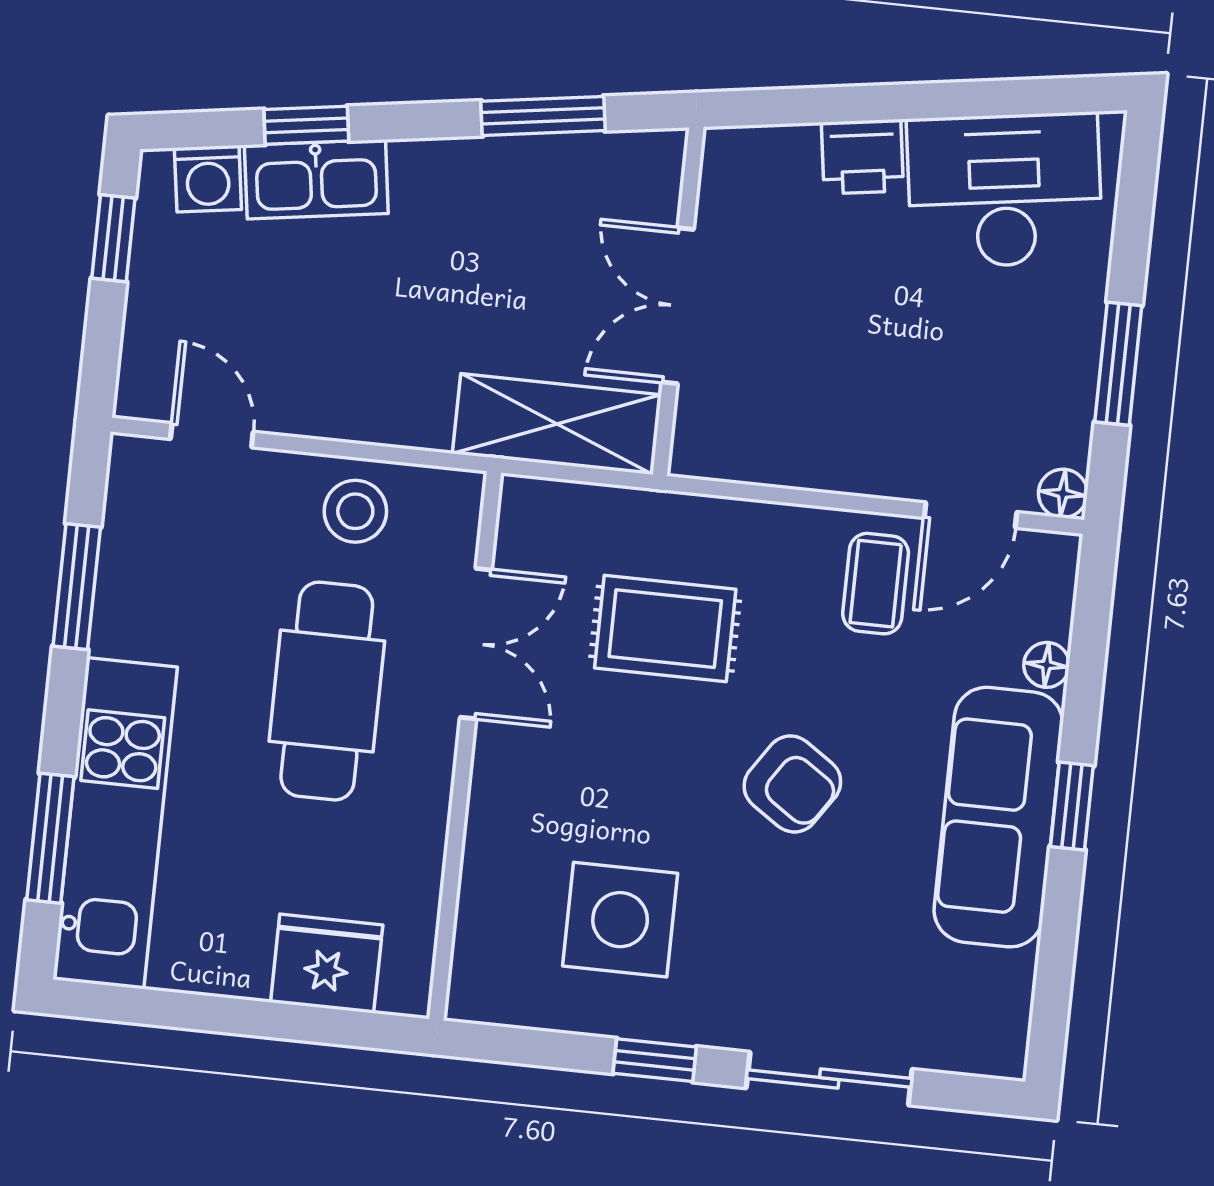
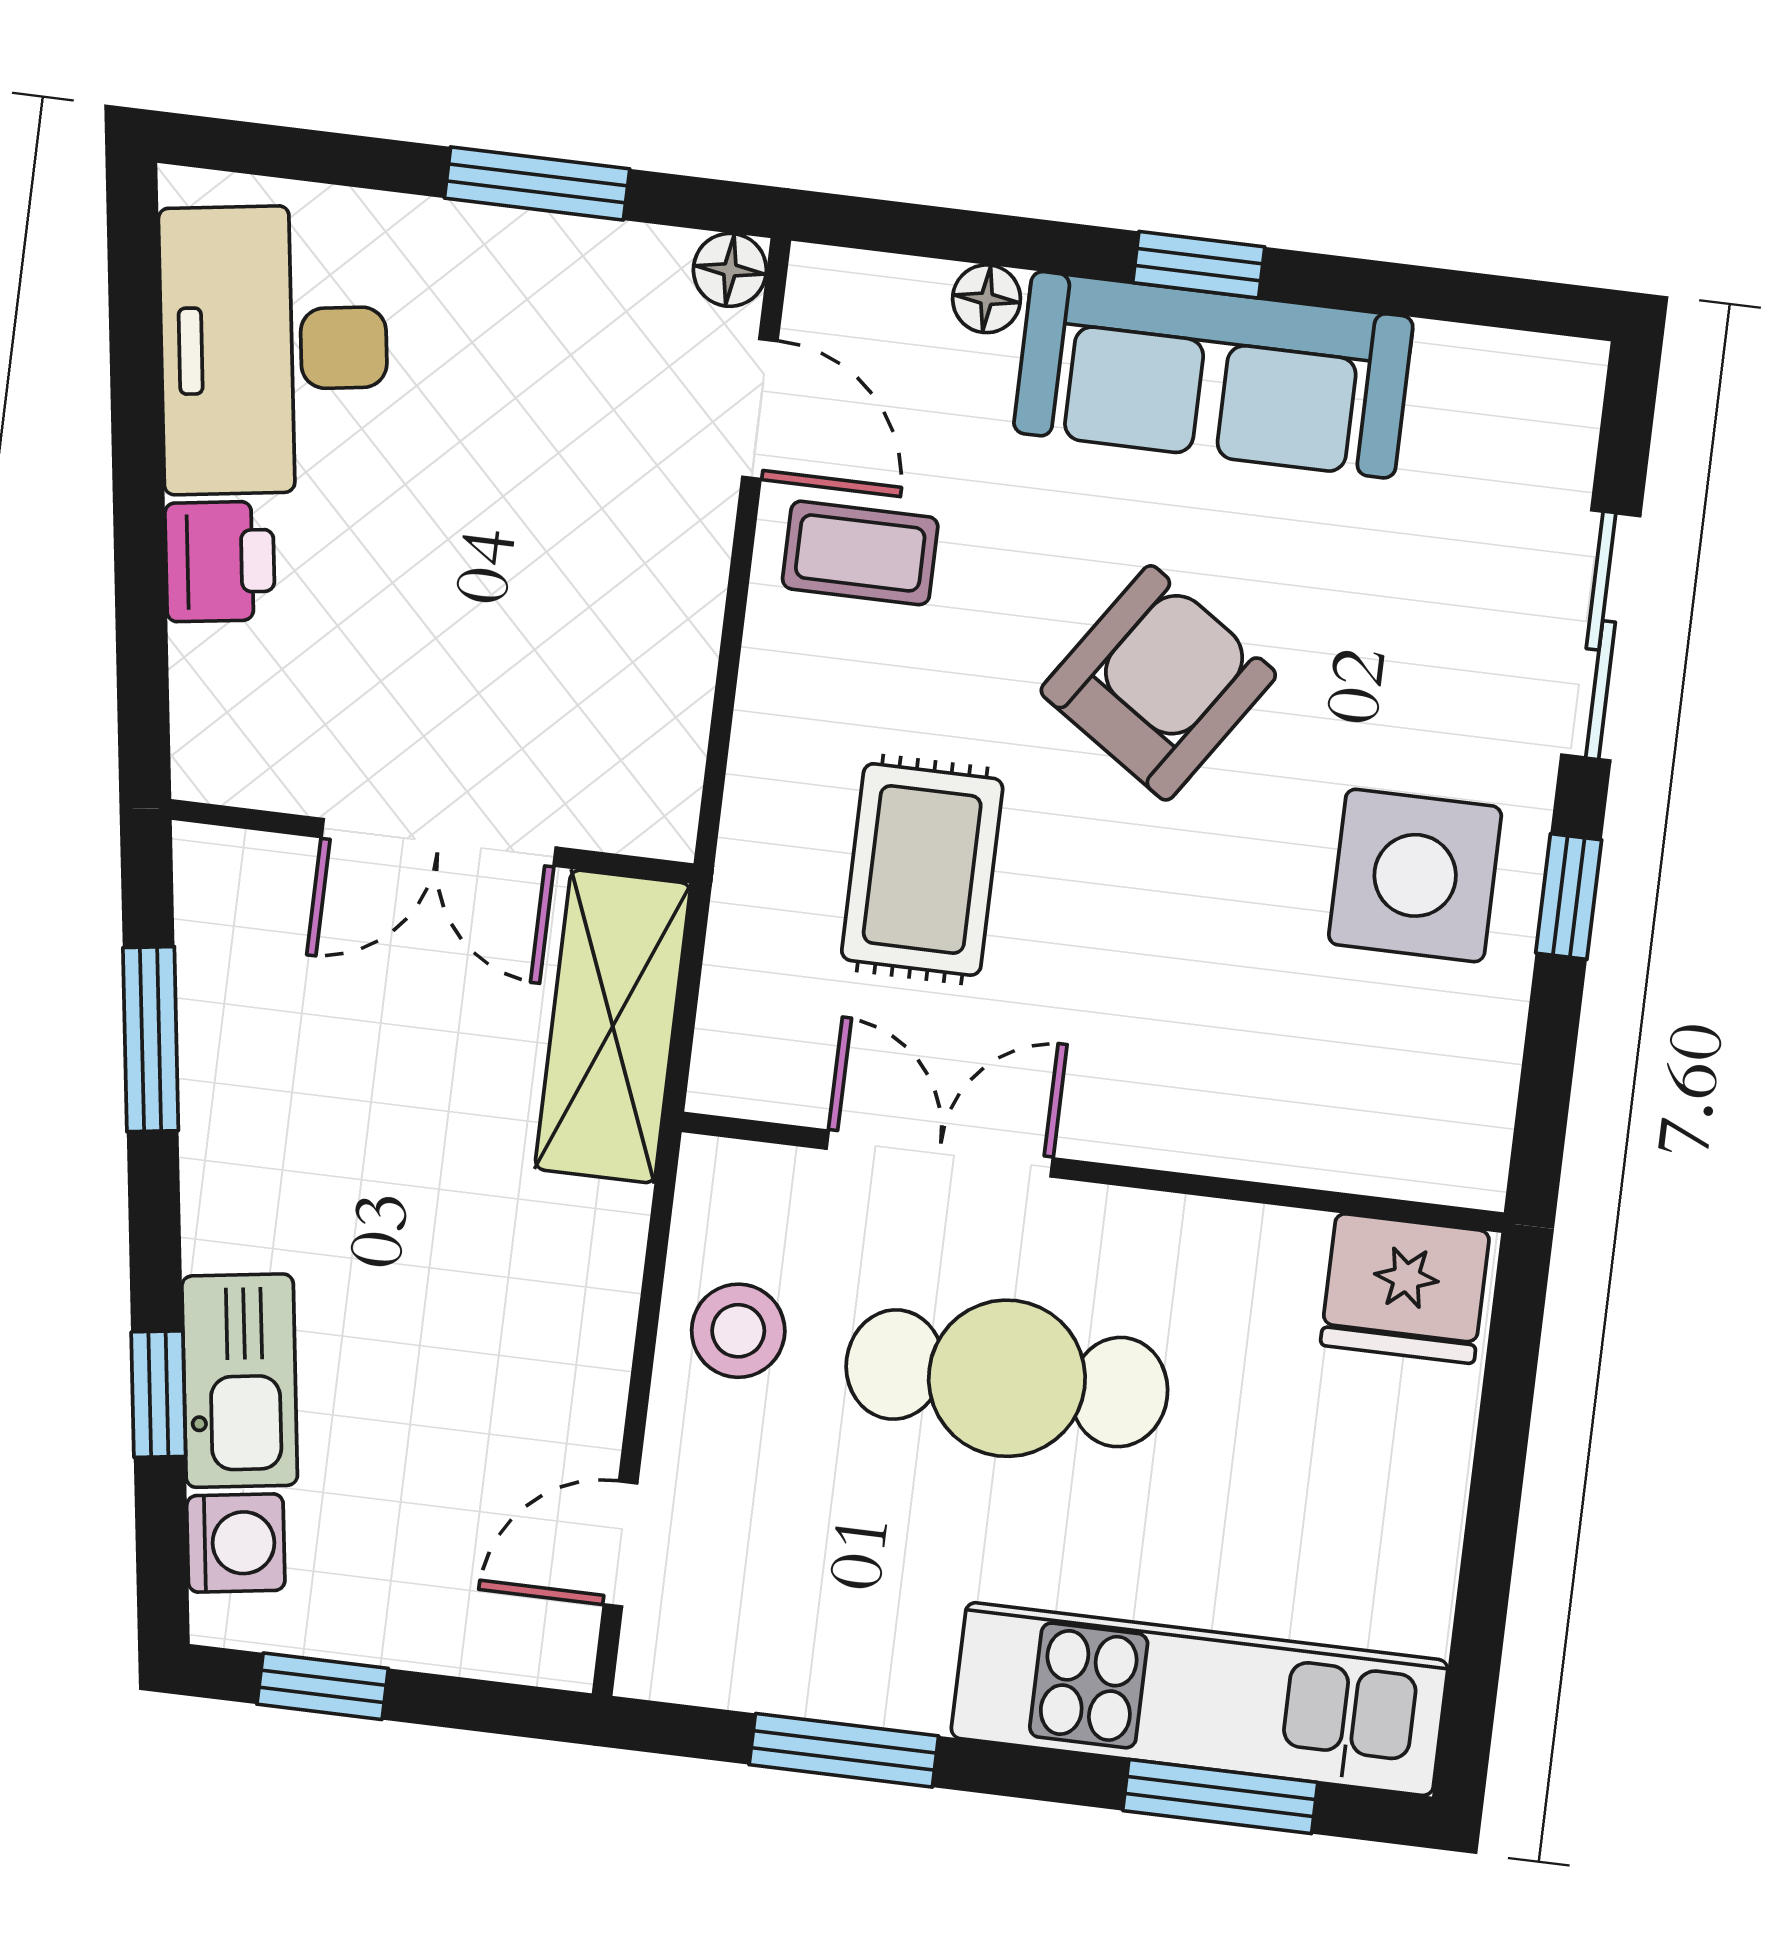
armchair: (792, 784) -> (1158, 683), width x1.38, depth x1.38
side table: (620, 920) -> (1415, 875), moved
fridge: (327, 964) -> (1405, 1288), moved, turned -90

